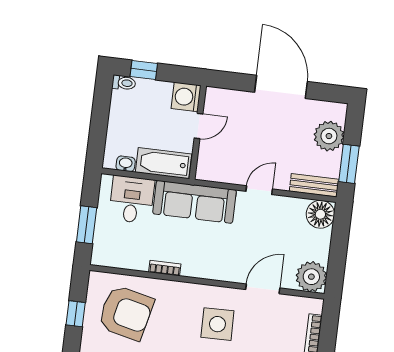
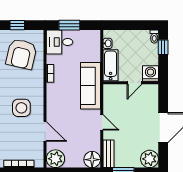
door: (199, 126) -> (135, 83), hinge flipped
plant: (329, 136) -> (150, 159), moved
desk: (132, 200) -> (60, 42), moved, turned 180

